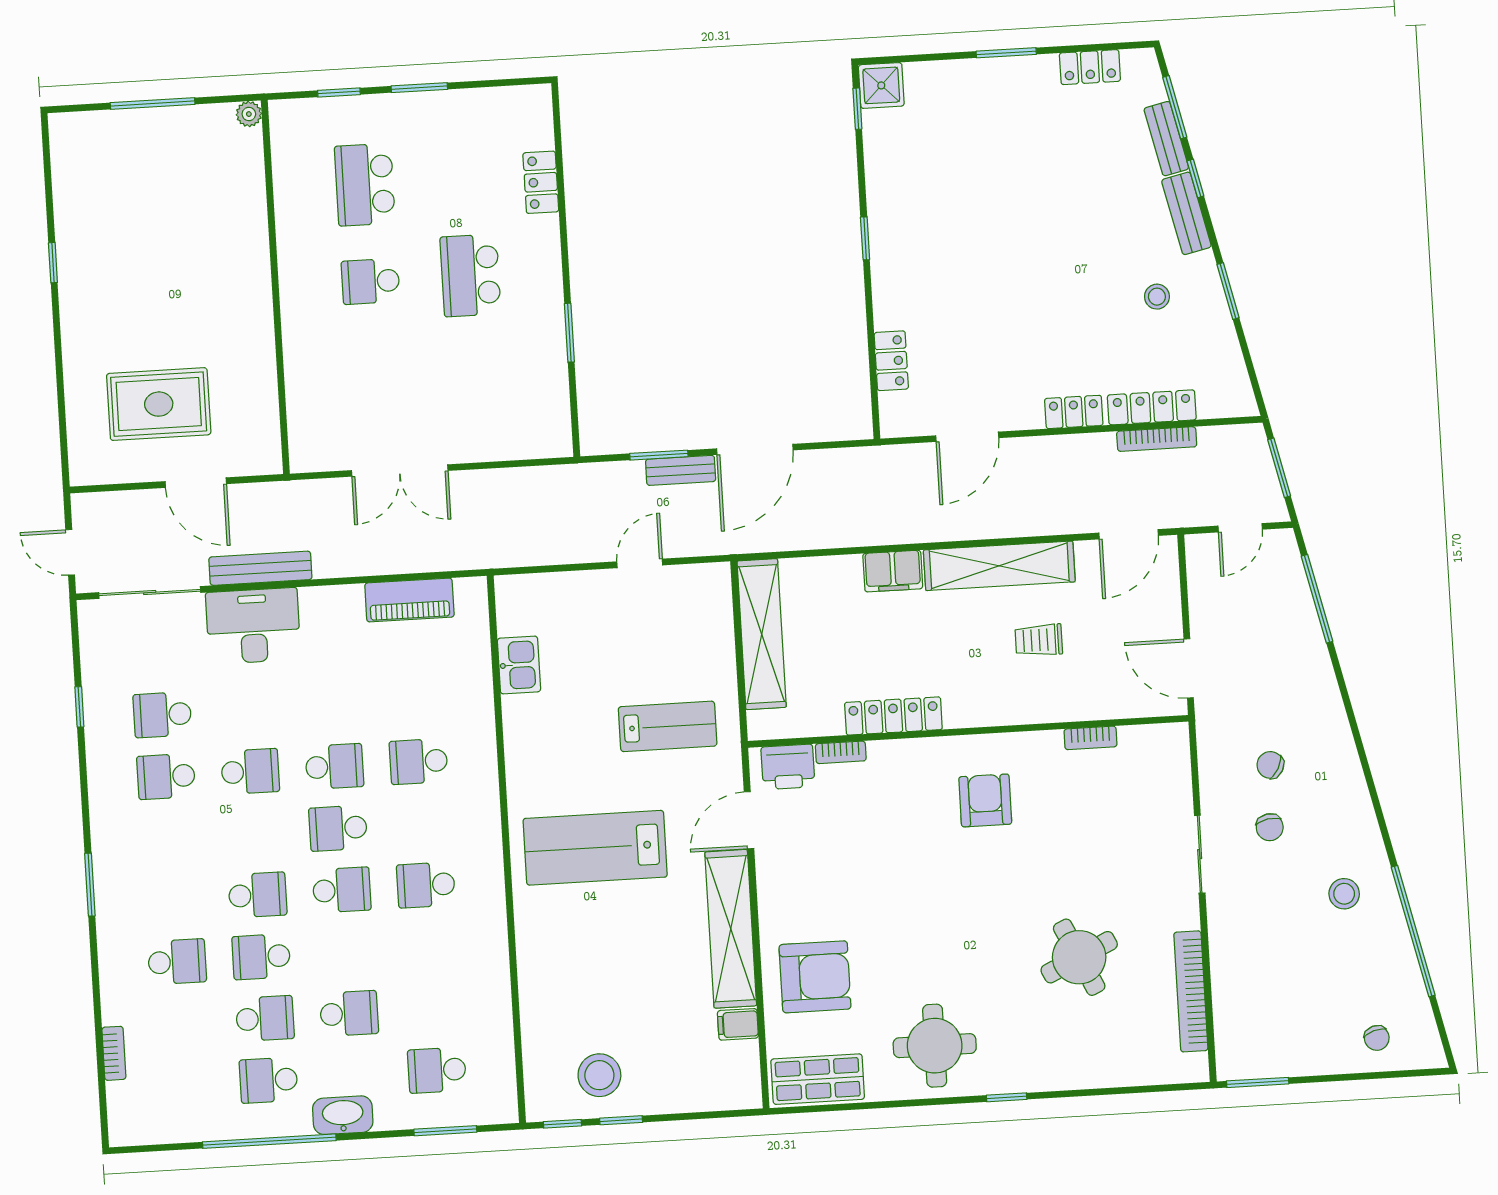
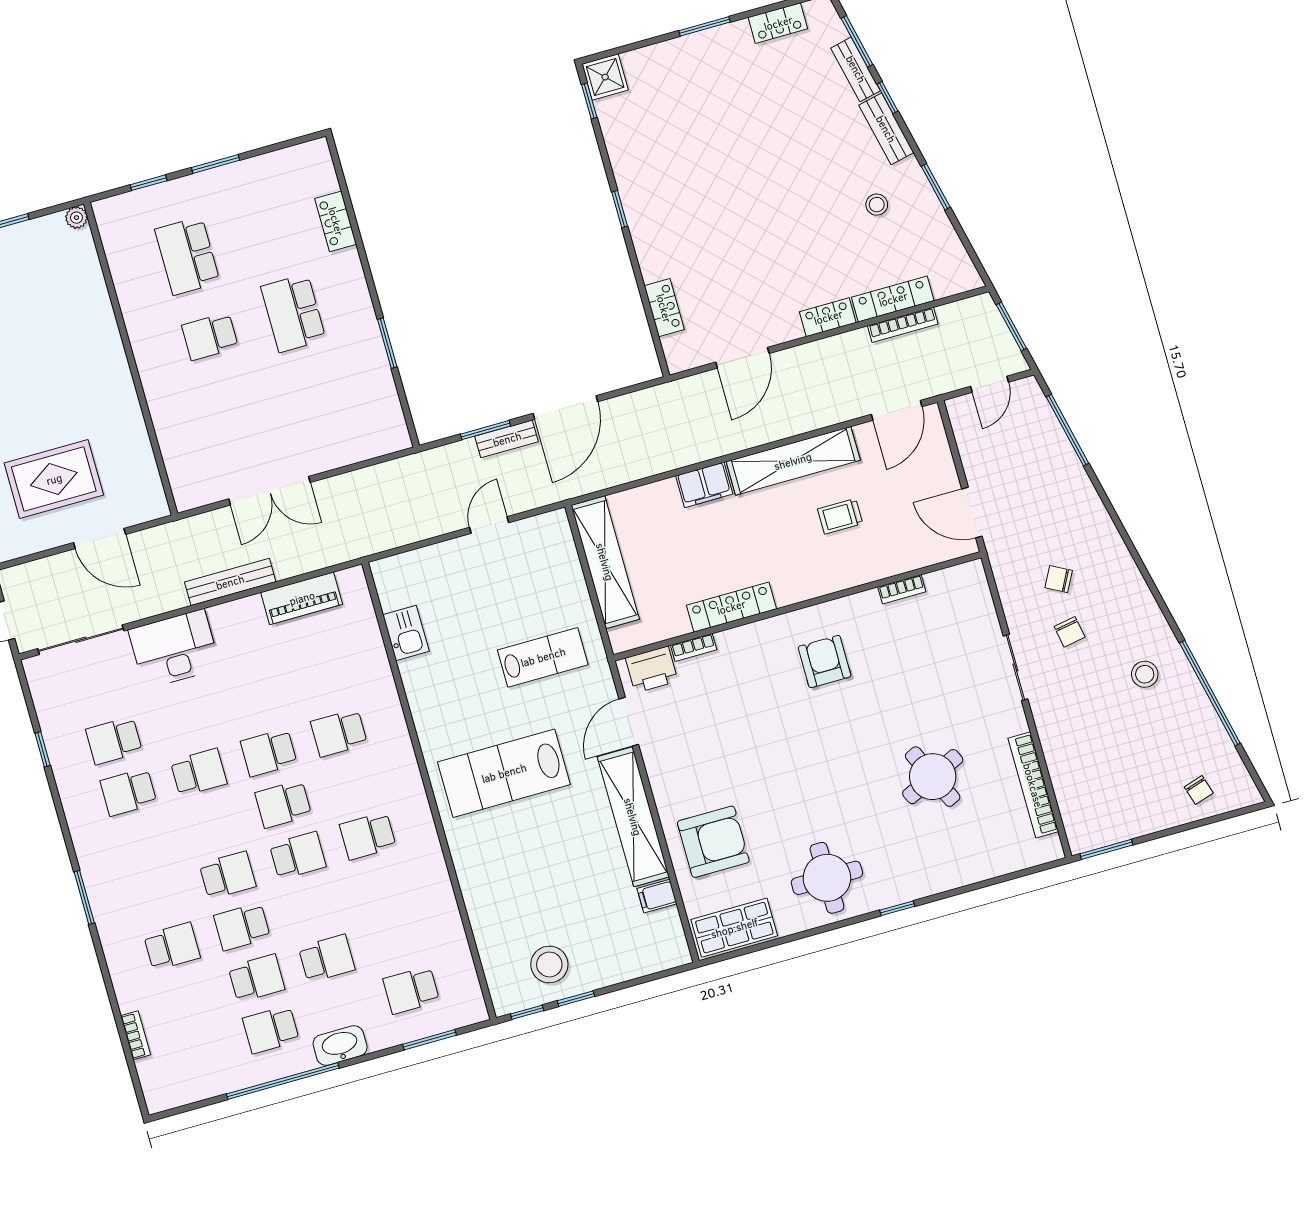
bench: (260, 568) -> (230, 582), moved
school desk: (334, 766) -> (269, 753), turned 180

